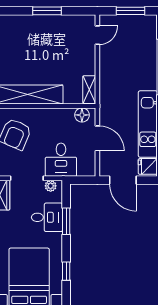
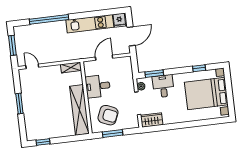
floor lamp: (82, 115) -> (89, 70), removed
desk: (61, 160) -> (98, 86), moved, turned 180
window: (66, 221) -> (154, 74), moved

